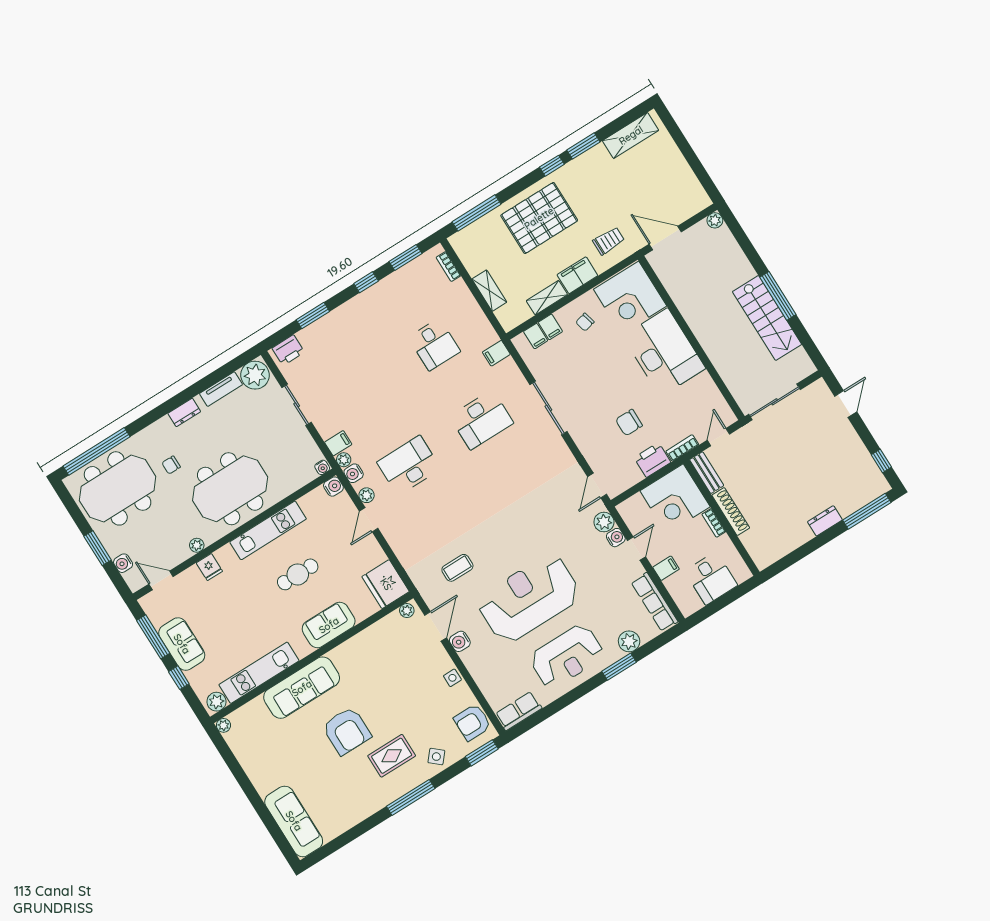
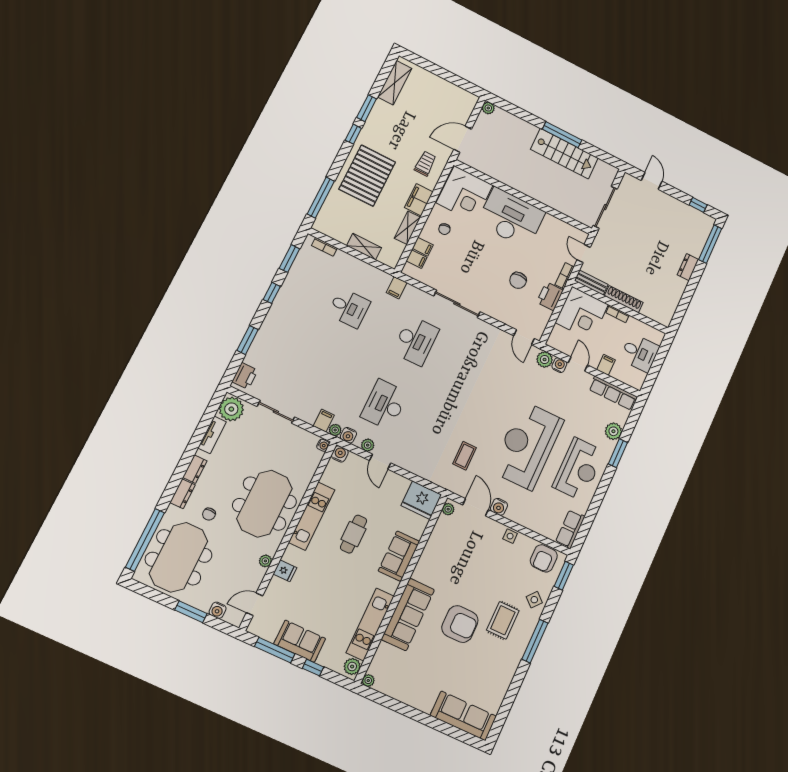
dresser: (158, 429) -> (183, 494), added

